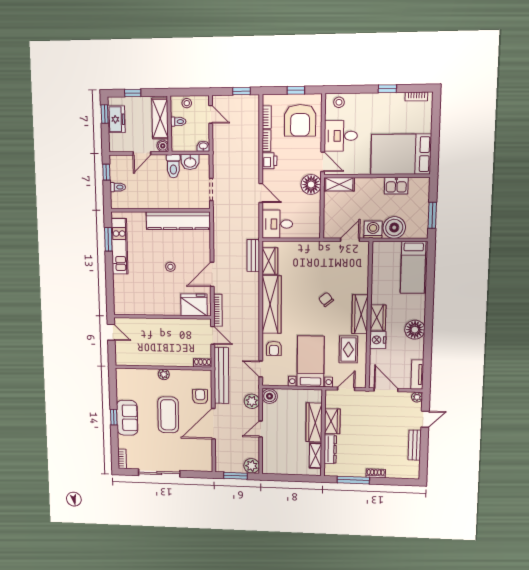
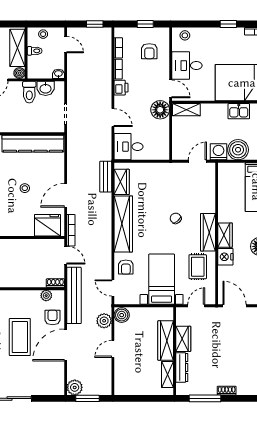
armchair: (300, 120) -> (149, 51), width x0.53, depth x0.53
plant: (164, 374) -> (46, 296), moved
plant: (252, 466) -> (75, 387), moved

